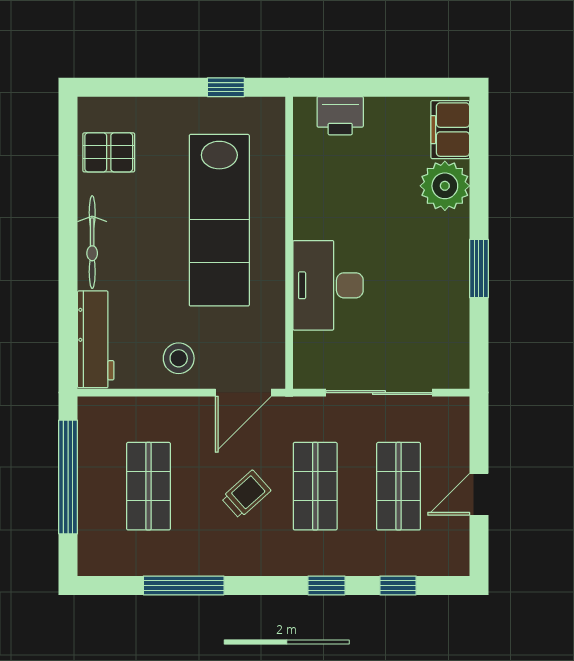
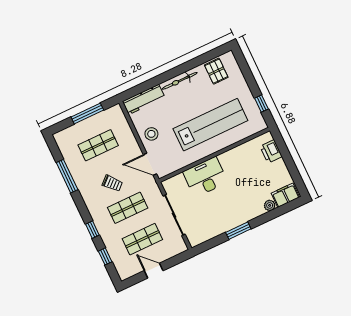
plant: (445, 186) -> (270, 205), width x0.53, depth x0.53
lab bench: (219, 220) -> (210, 125), turned 180
window: (68, 477) -> (87, 113), width x0.68

